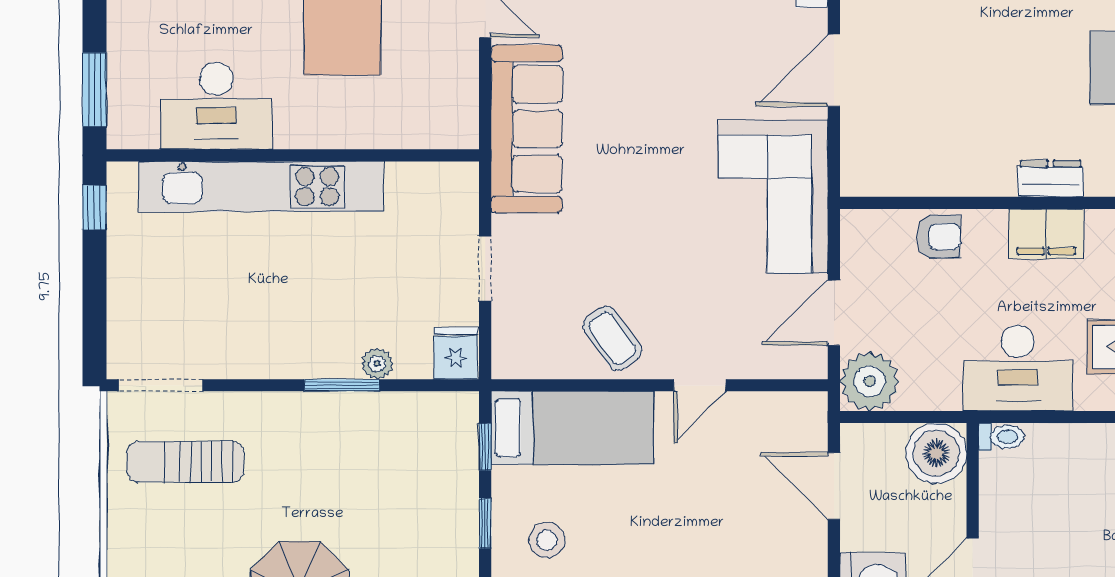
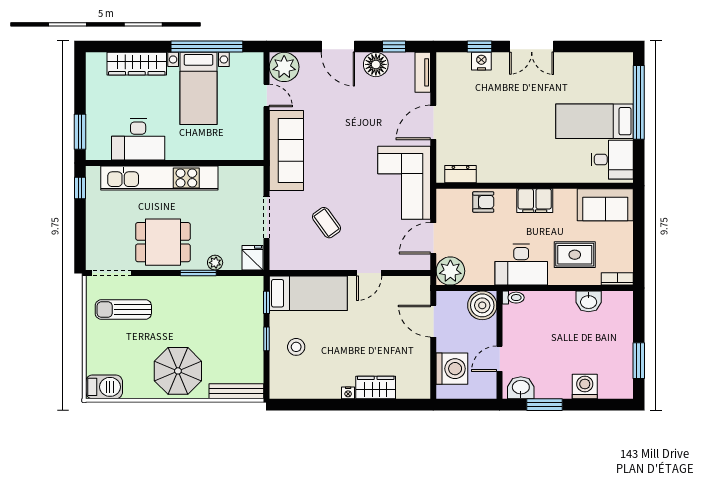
dresser: (1051, 179) -> (461, 174), moved
doorway: (485, 269) -> (267, 217), width x1.38
dining table: (268, 321) -> (163, 242), added
coffee table: (612, 338) -> (327, 223), moved

